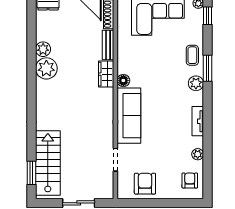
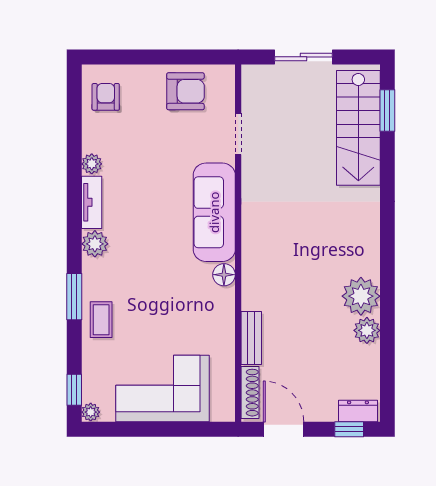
wardrobe: (106, 74) -> (255, 286), removed
plant: (196, 83) -> (95, 244), moved
plant: (198, 154) -> (92, 164), moved
armchair: (190, 180) -> (106, 97), turned 180
armchair: (145, 184) -> (185, 91), turned -90

